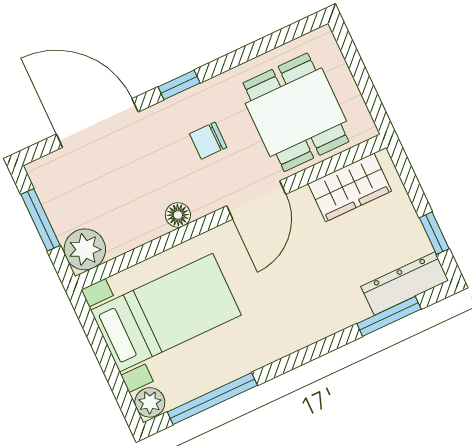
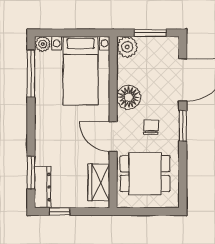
window: (179, 85) -> (183, 126), width x1.50
floor lamp: (178, 215) -> (129, 97), width x1.89, depth x1.89

